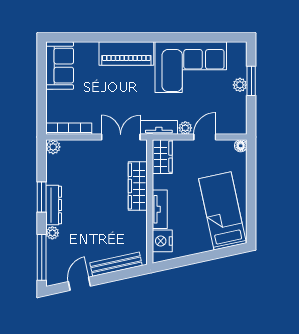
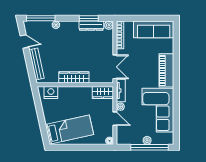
sofa: (60, 66) -> (154, 29), width x1.36
window: (251, 81) -> (149, 147), width x2.11
wardrobe: (138, 186) -> (74, 77), moved
window: (42, 197) -> (89, 18), moved
dresser: (54, 205) -> (91, 26), moved
tv unit: (160, 209) -> (70, 91), removed

